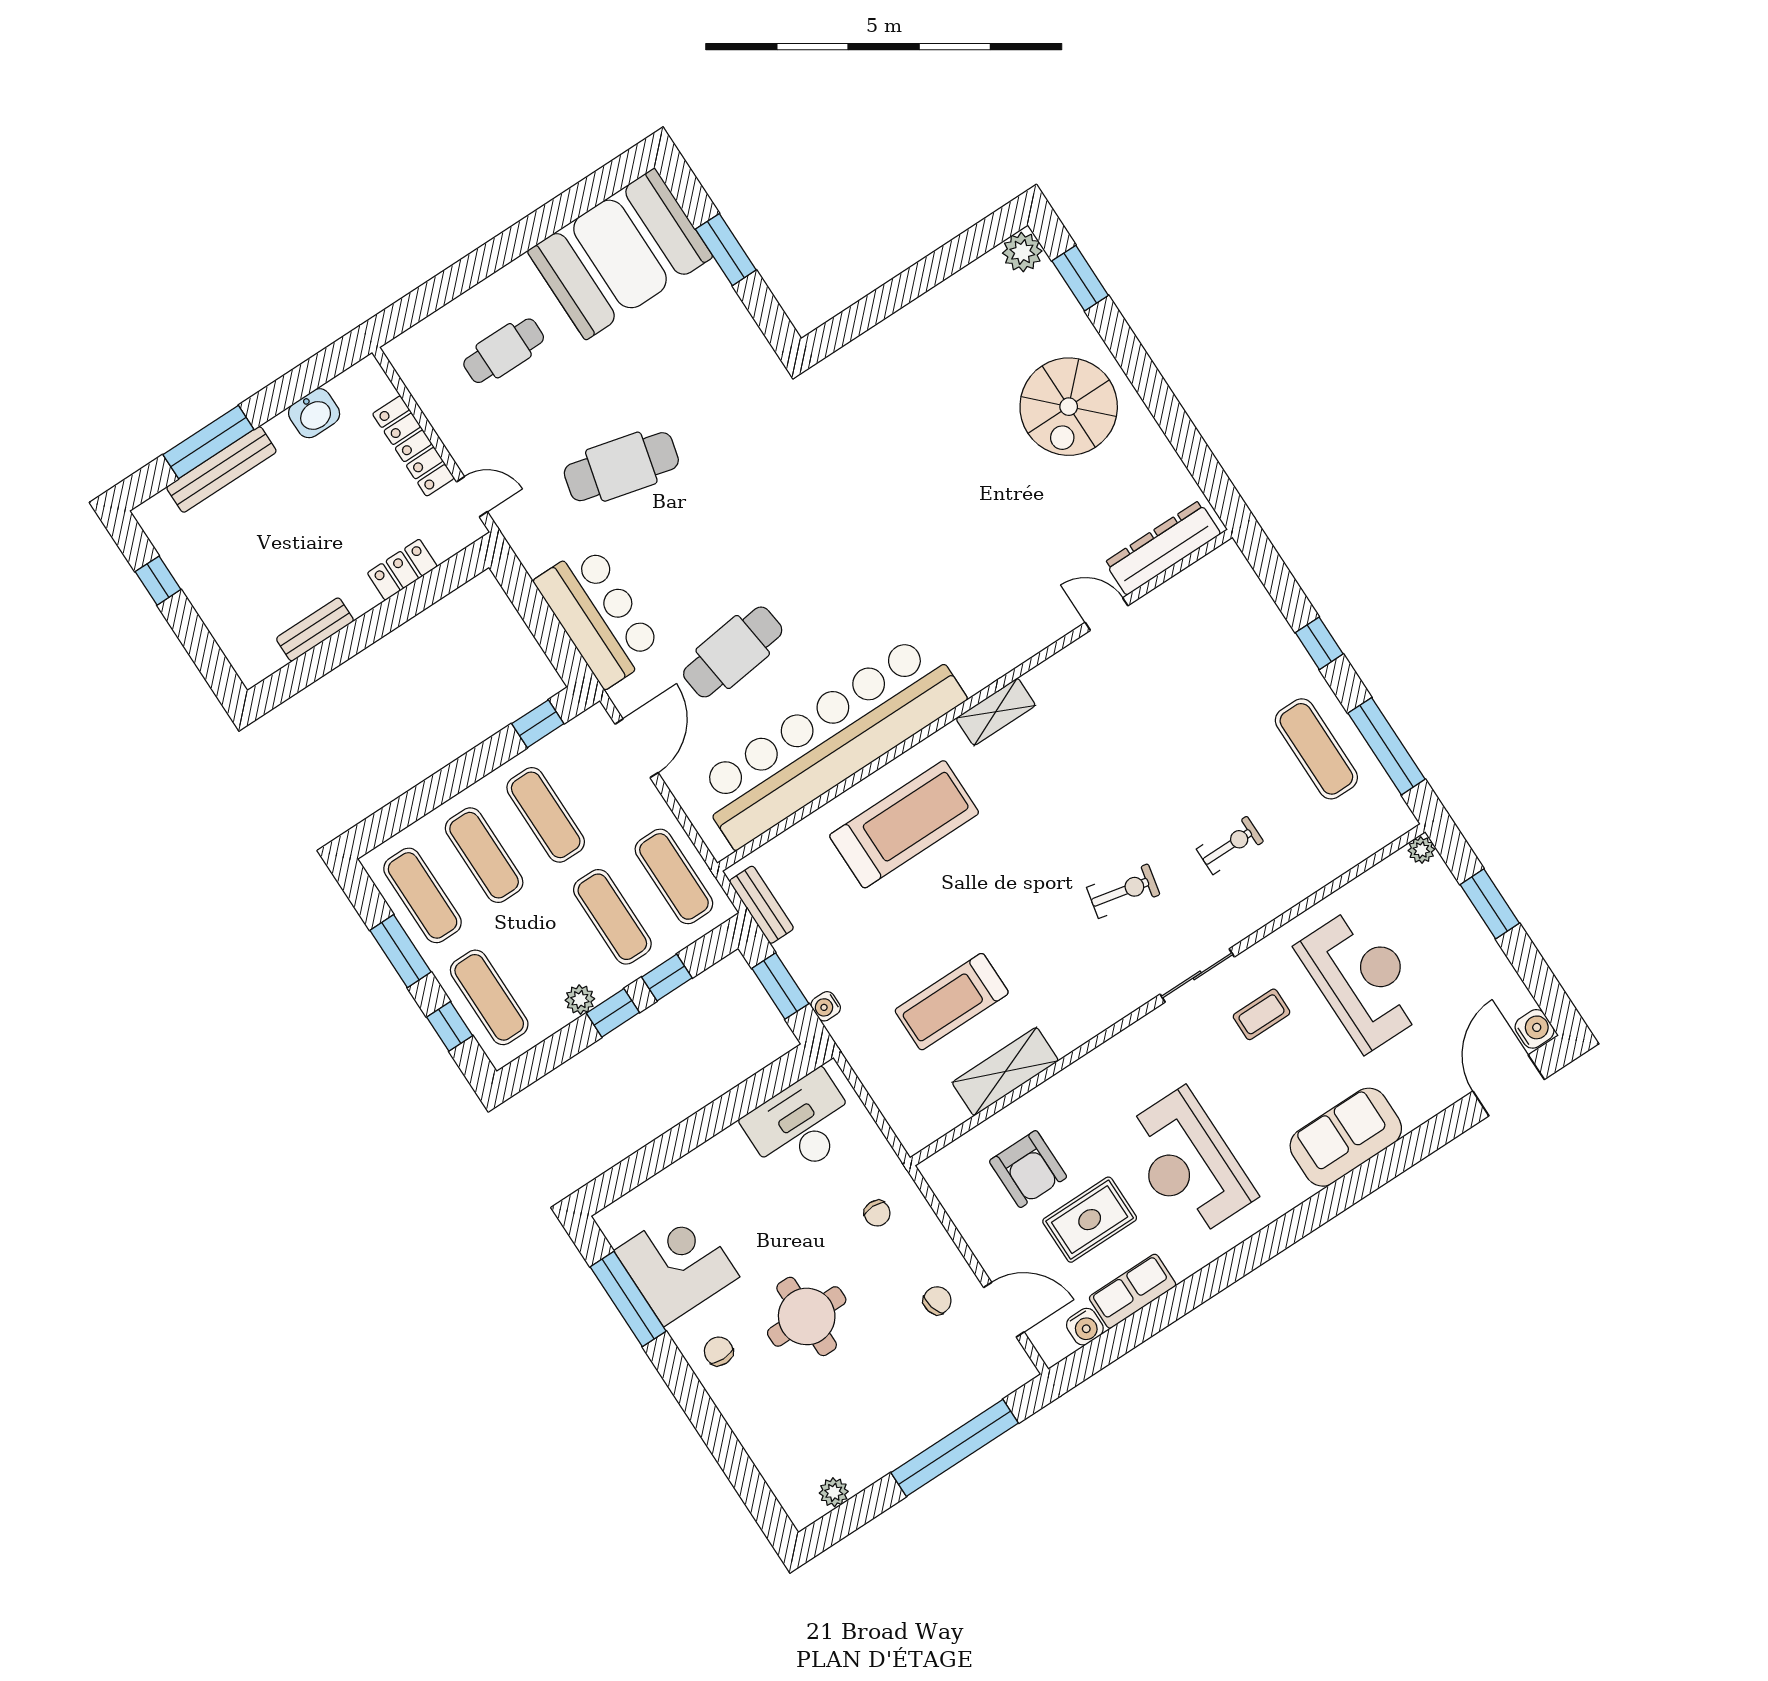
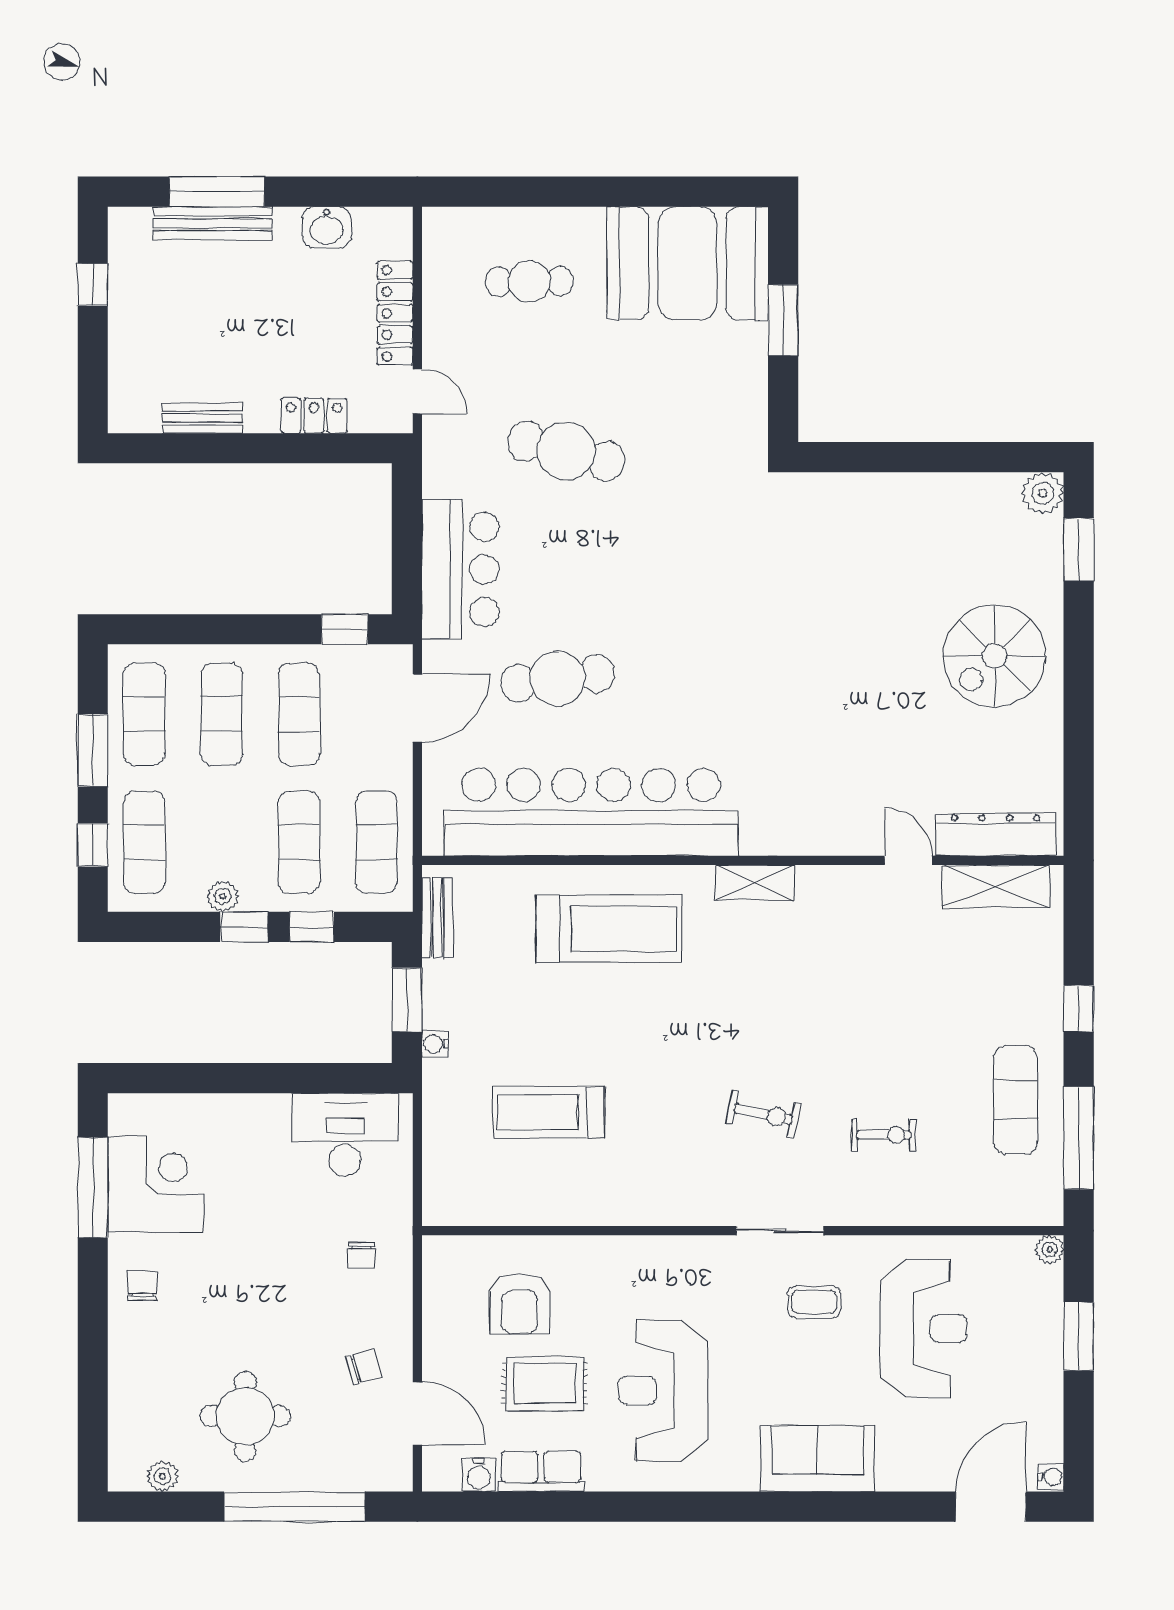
water cooler: (1535, 1029) -> (1051, 1477), width x0.72, depth x0.72
shelving: (1005, 1072) -> (996, 886), moved
round table: (807, 1316) -> (245, 1416), moved

